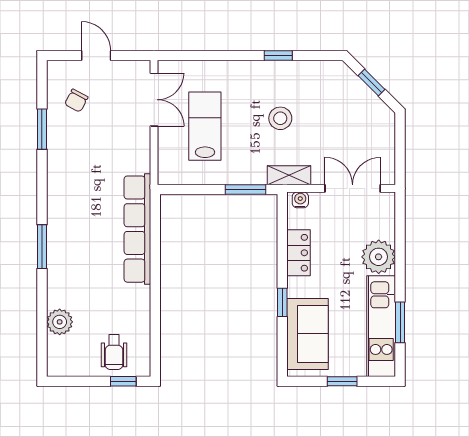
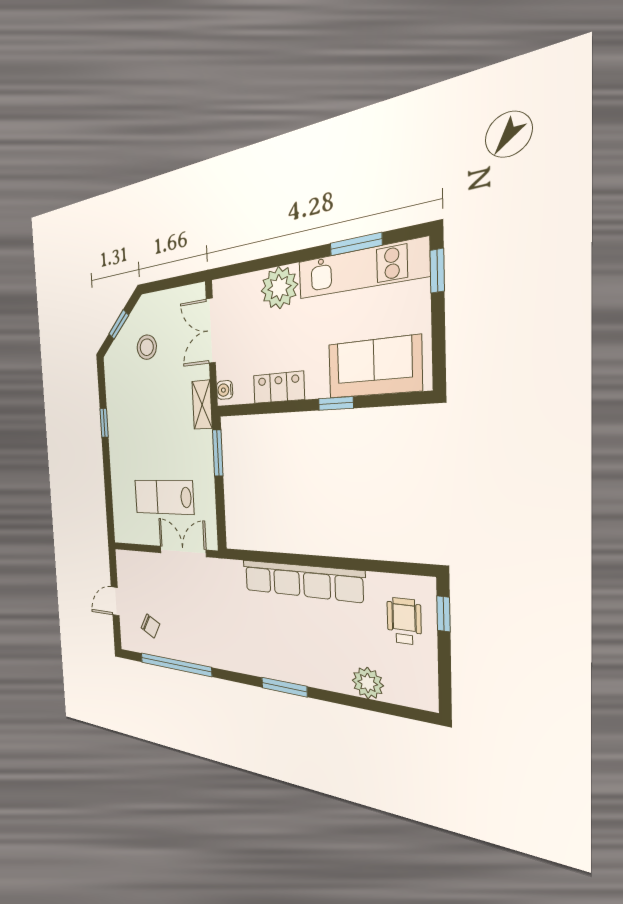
double door: (154, 100) -> (183, 551), moved
stool: (280, 118) -> (147, 347), moved
window: (42, 129) -> (175, 665), width x2.11
row of seats: (137, 229) -> (301, 581), moved
wheelchair: (114, 352) -> (404, 621), turned -90
window: (342, 381) -> (437, 271), moved

